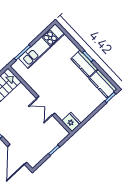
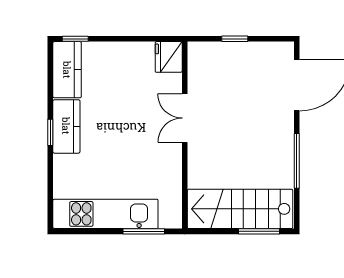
double door: (46, 106) -> (185, 118), swing flipped

